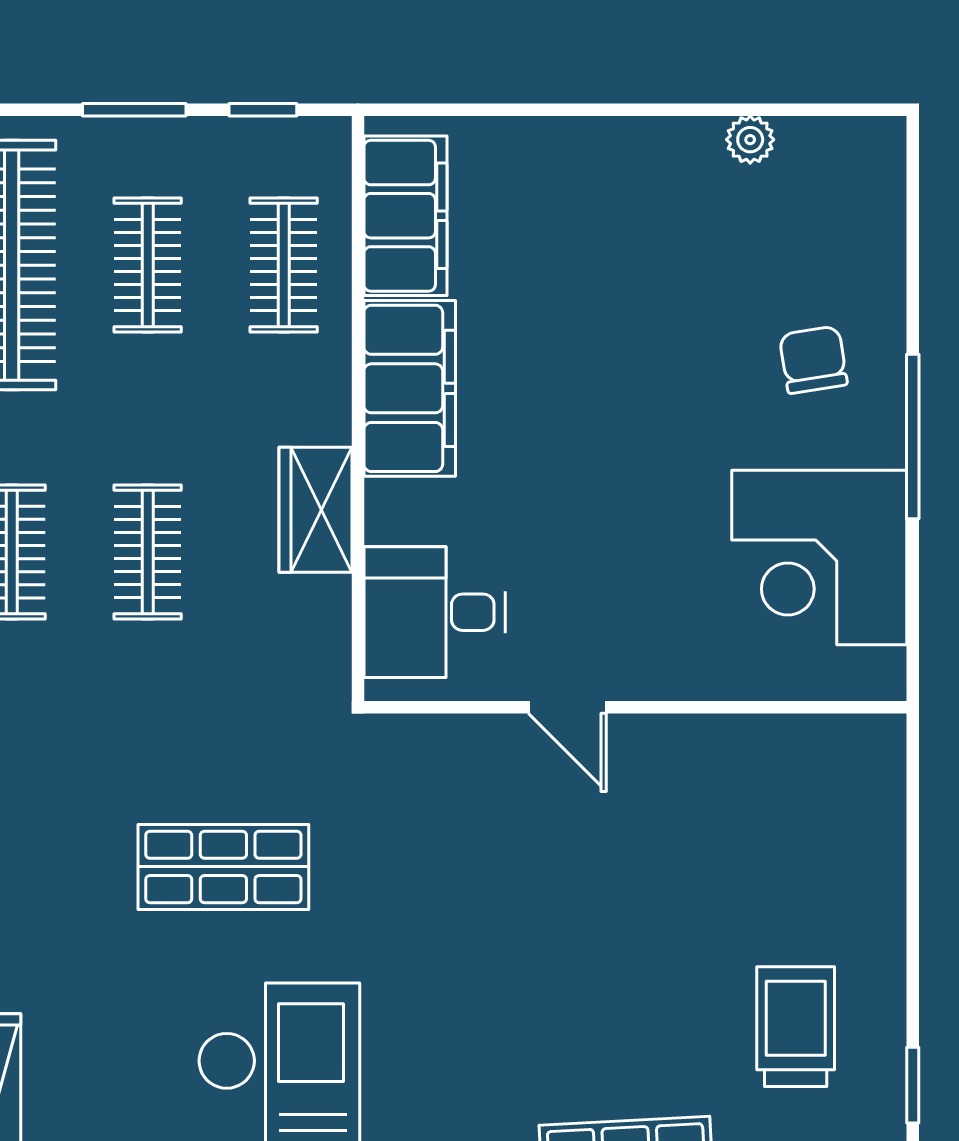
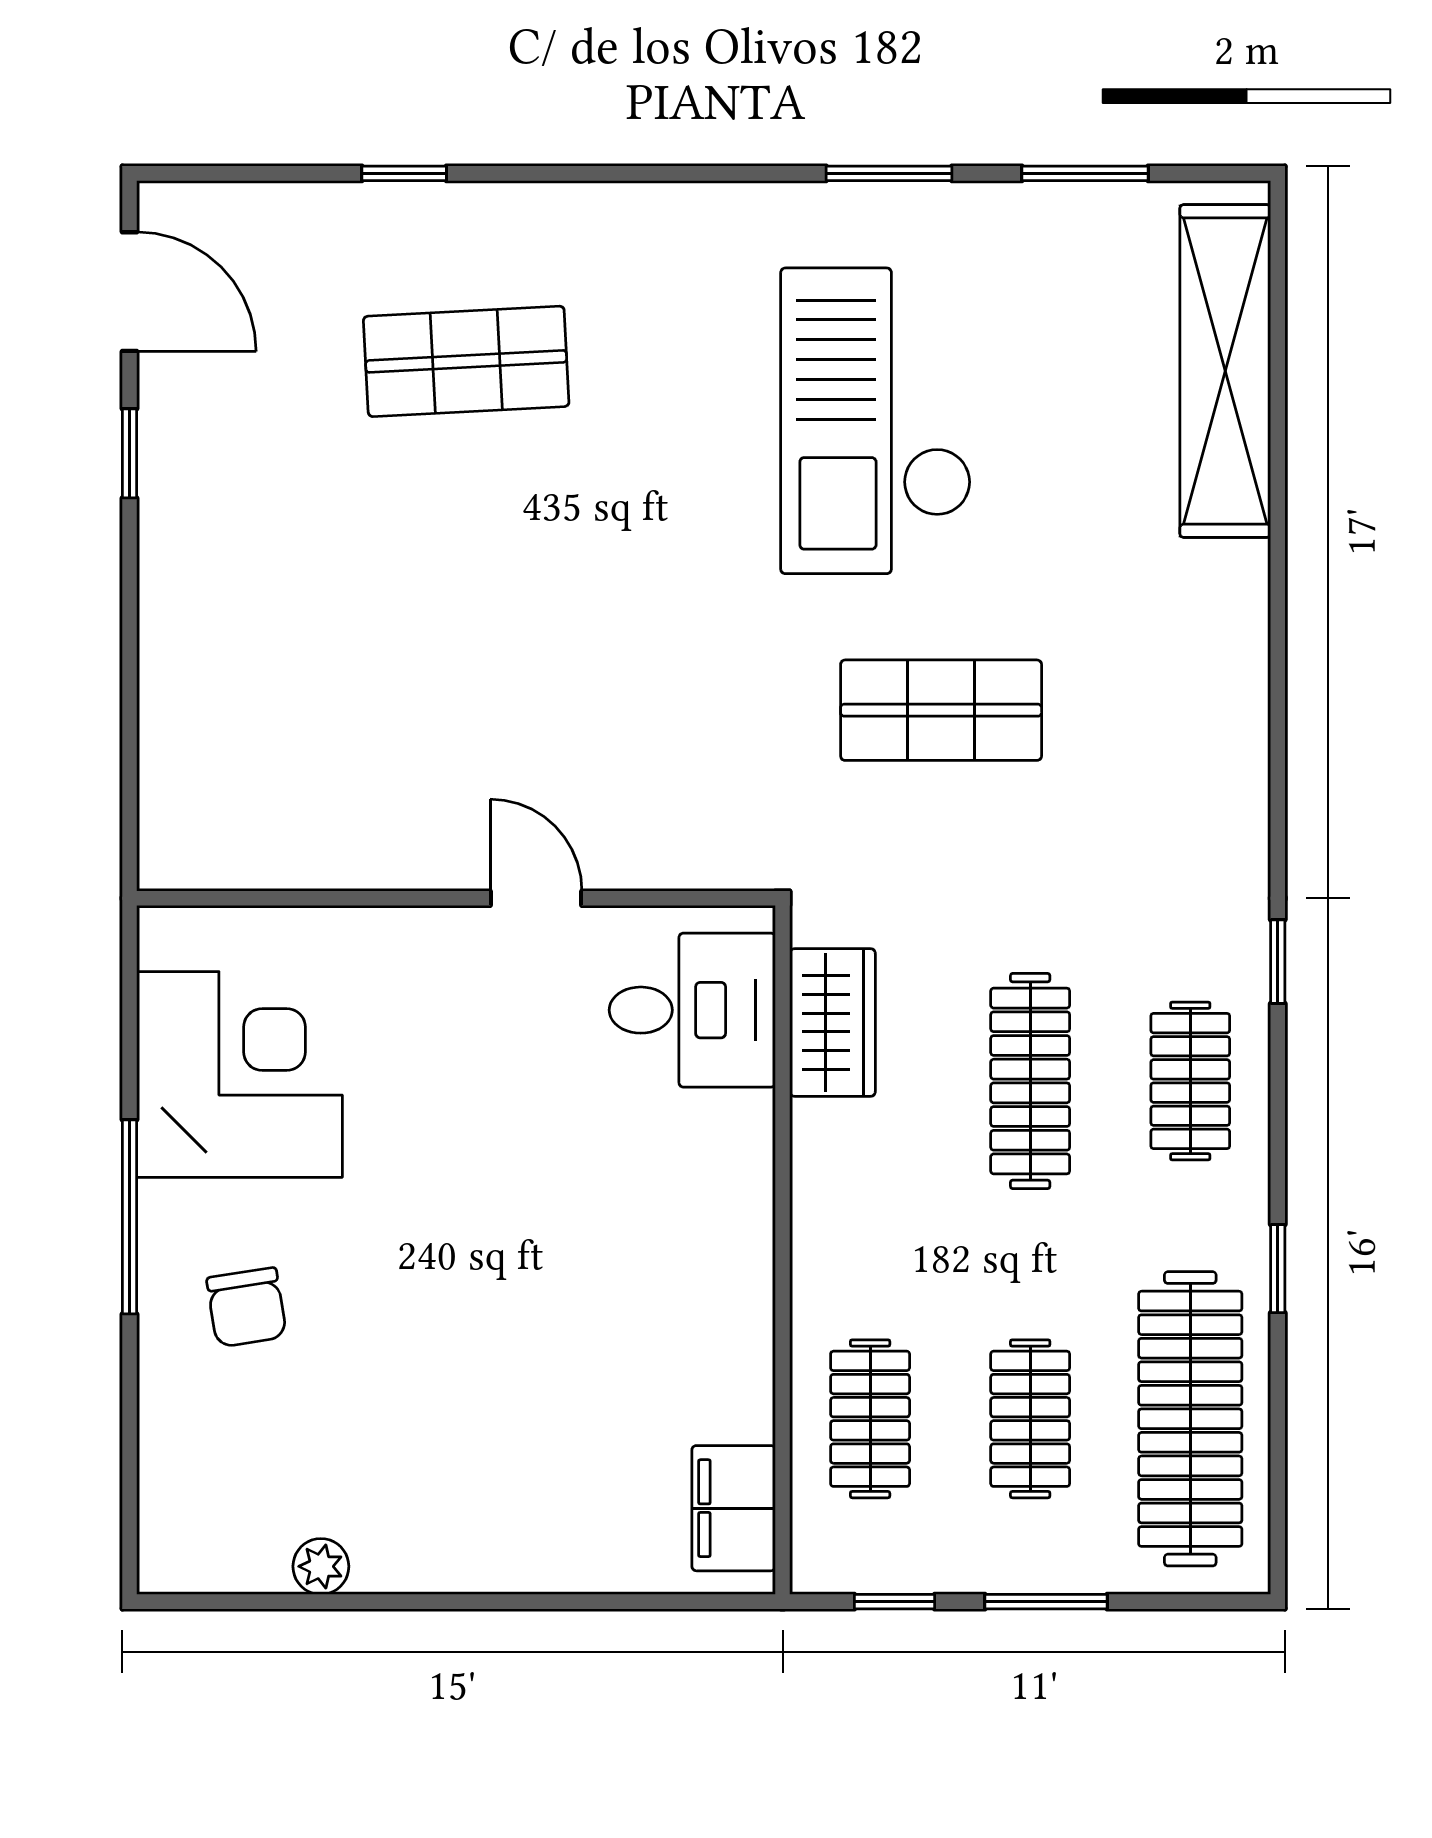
filing cabinet: (405, 216) -> (734, 1508), width x0.67, depth x0.86
filing cabinet: (410, 388) -> (722, 1274), removed
wardrobe: (316, 510) -> (833, 1023), moved
clothes rail: (148, 552) -> (1030, 1081), width x1.36
trolley: (796, 1027) -> (267, 522), removed

